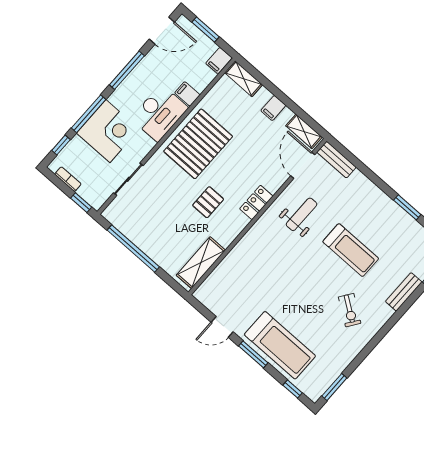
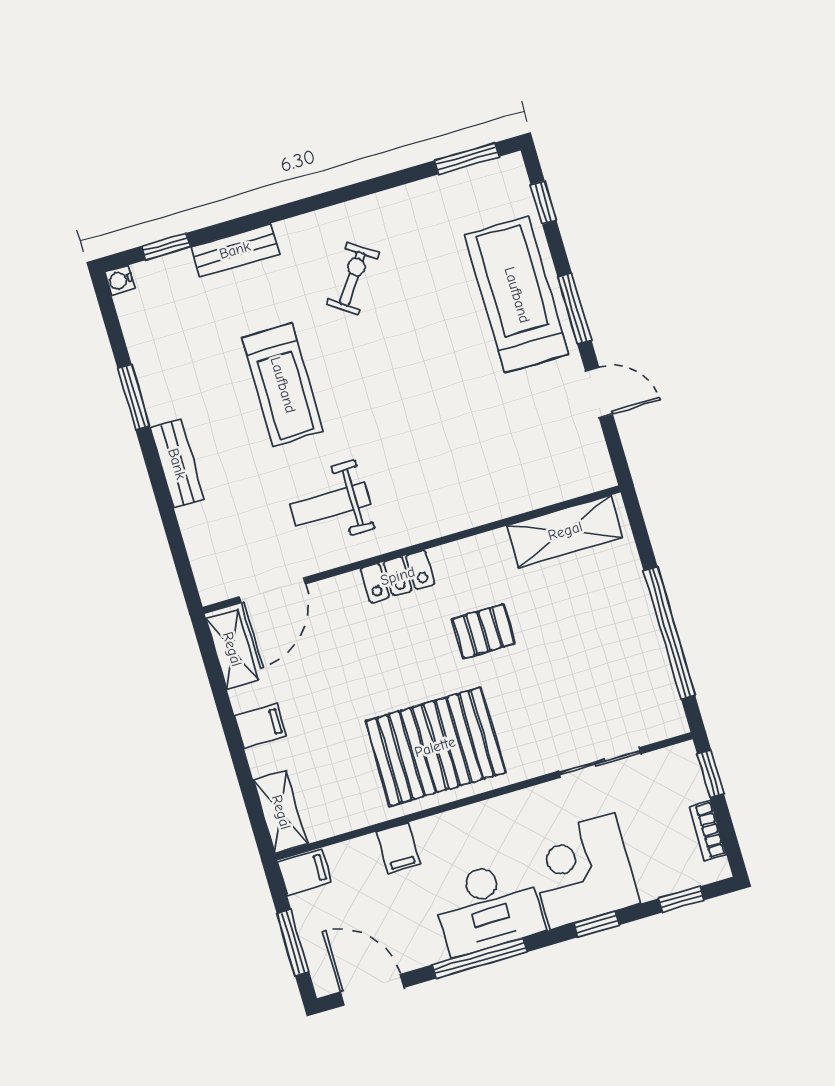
desk: (159, 113) -> (488, 907), moved, turned 180
window: (89, 114) -> (597, 924), width x0.46
bench: (336, 160) -> (177, 464), moved
treadmill: (351, 250) -> (283, 385), turned 180

